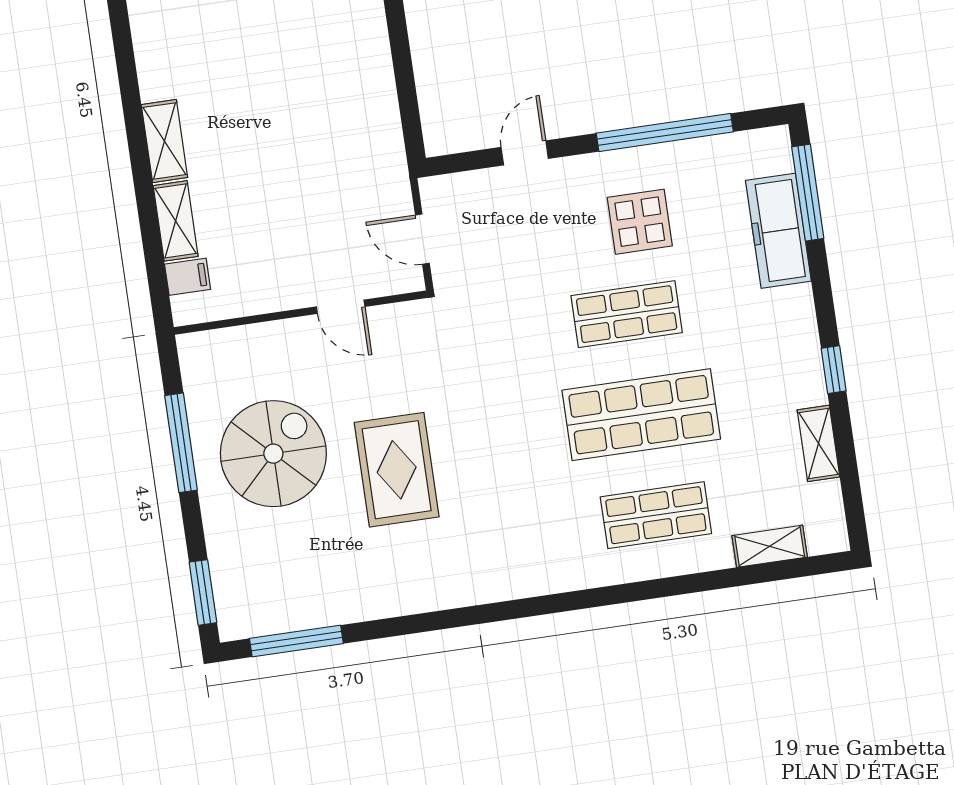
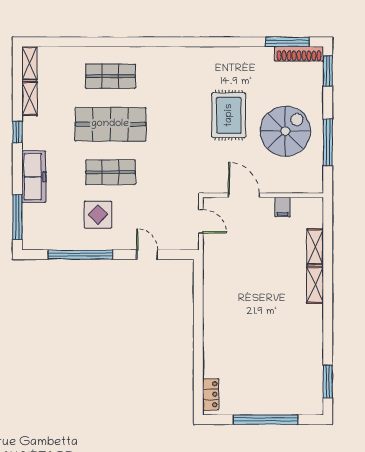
door: (525, 153) -> (147, 255), swing flipped
freezer: (778, 231) -> (34, 177), moved
filing cabinet: (188, 277) -> (283, 207), moved, turned -90
door: (341, 307) -> (244, 195), width x1.38
spiral stairs: (273, 454) -> (285, 131), turned 180
shelving: (770, 546) -> (29, 63), moved, turned 90
shoe rack: (268, 620) -> (299, 54), added

